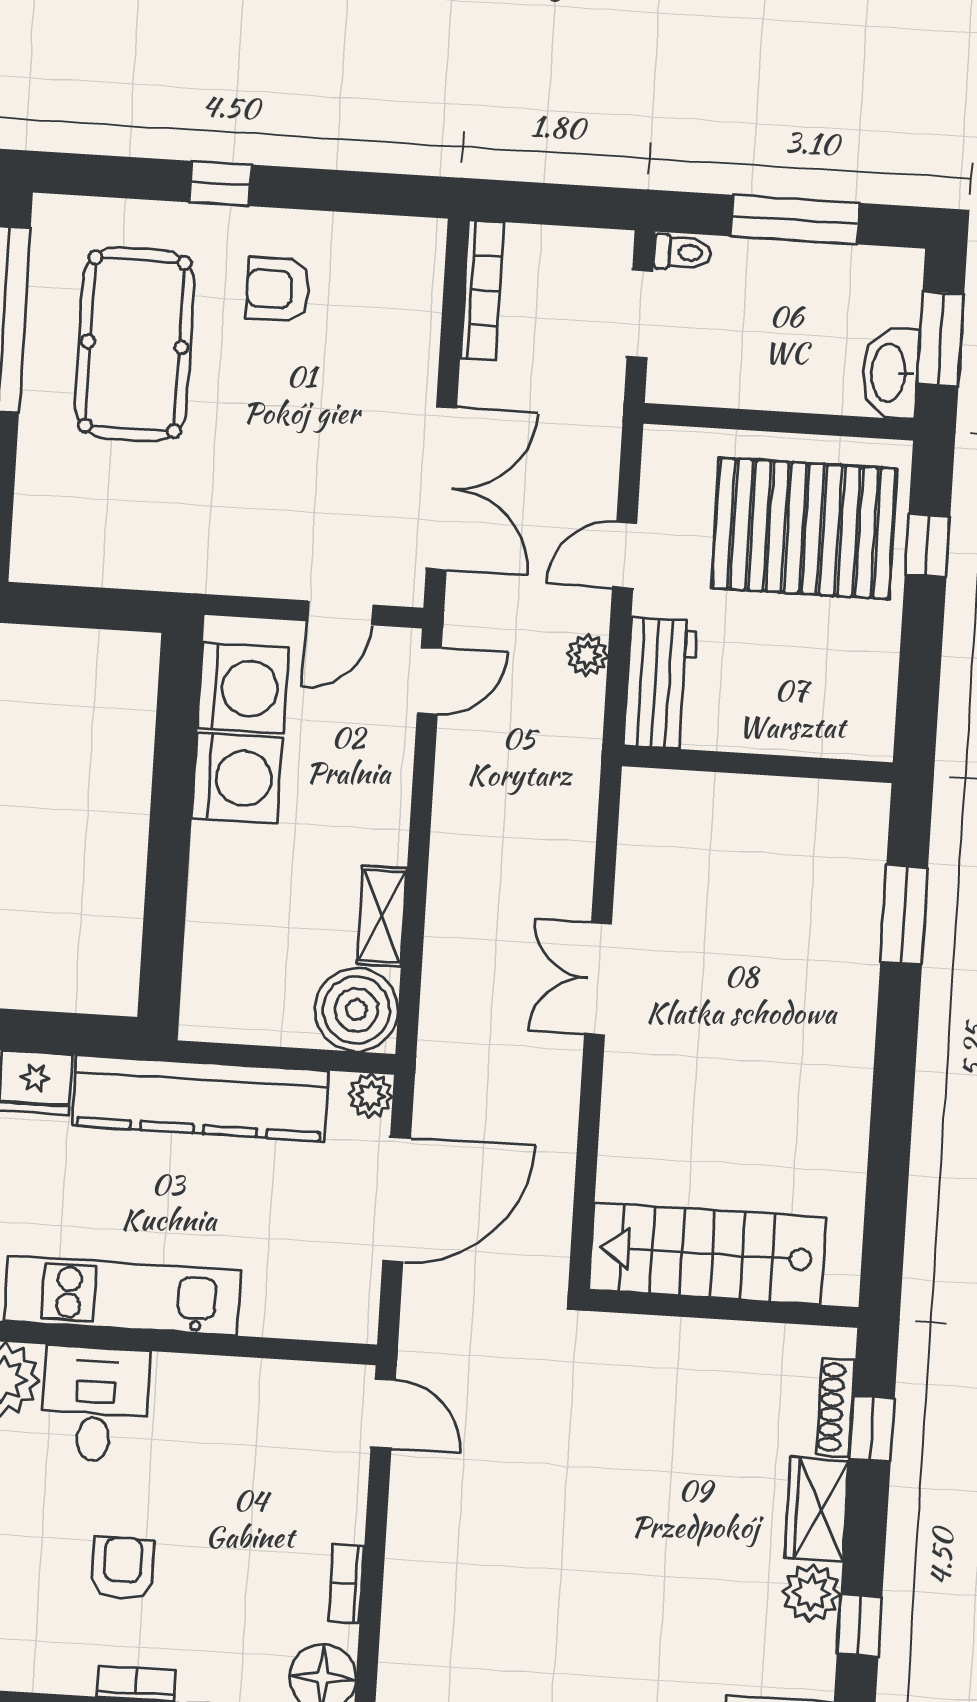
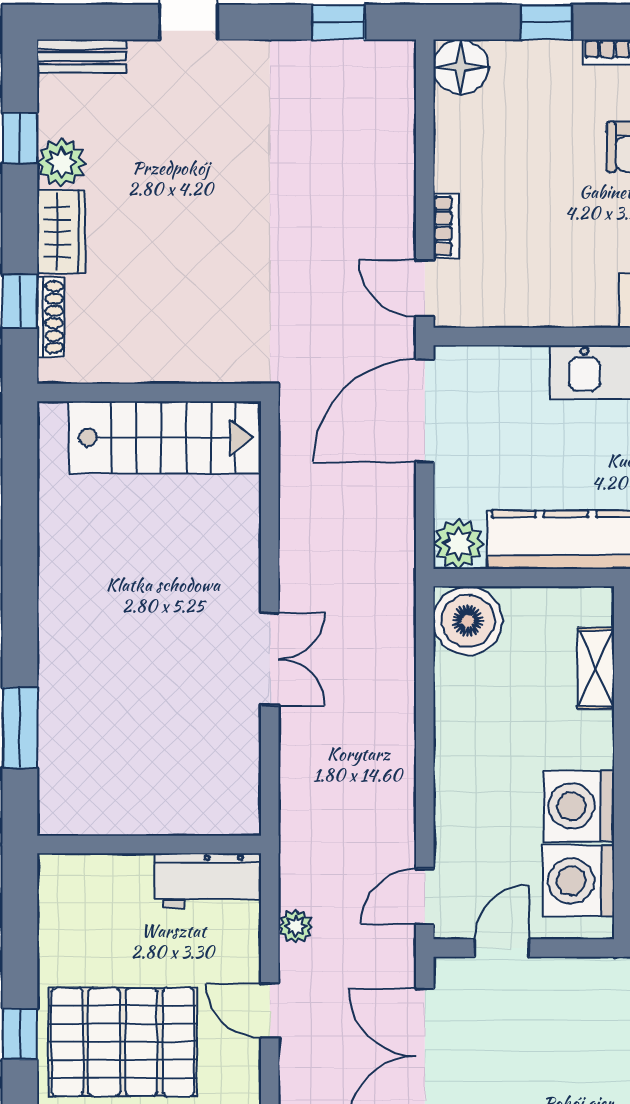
door: (625, 555) -> (270, 1011), swing flipped
workbench: (660, 683) -> (208, 881), moved, turned -90
shelving: (382, 916) -> (596, 668), moved
plant: (370, 1096) -> (459, 544), width x1.38, depth x1.38
door: (397, 1199) -> (425, 411), moved
bookcase: (346, 1584) -> (446, 226), moved

